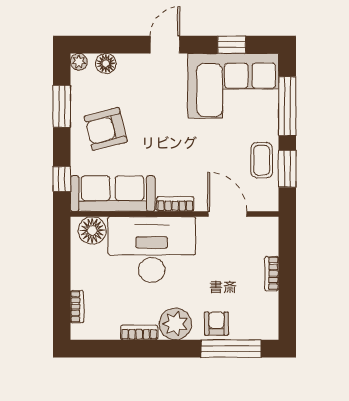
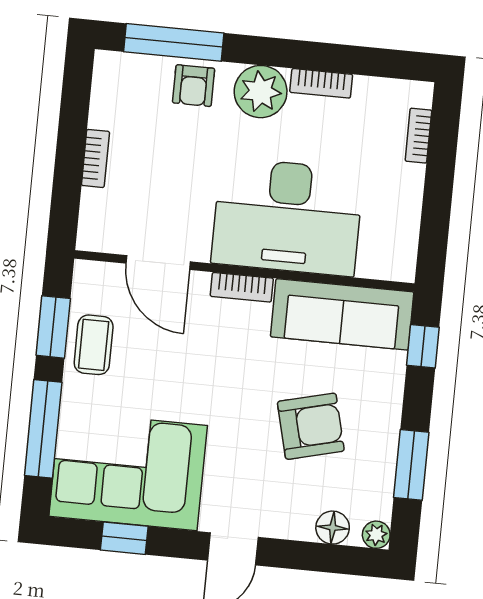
armchair: (106, 129) -> (311, 426), moved
floor lamp: (92, 230) -> (381, 257), removed

